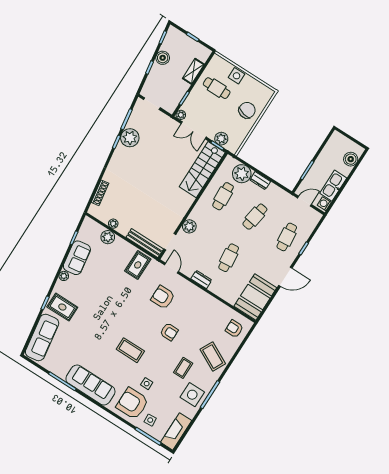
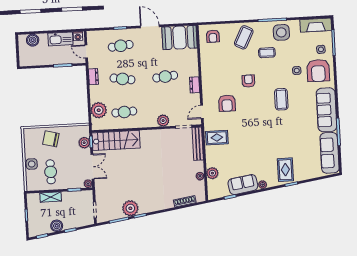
dresser: (260, 181) -> (93, 77), moved
sofa: (42, 337) -> (330, 153), moved, turned -81

